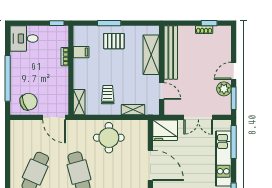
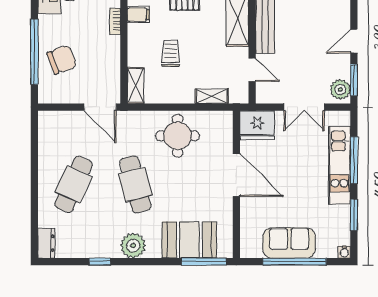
plant: (224, 89) -> (340, 90), moved
trolley: (108, 95) -> (171, 53), moved
chair: (29, 102) -> (62, 60), moved
window: (234, 142) -> (354, 160), moved

